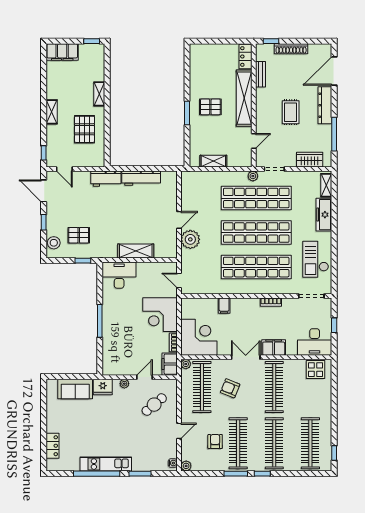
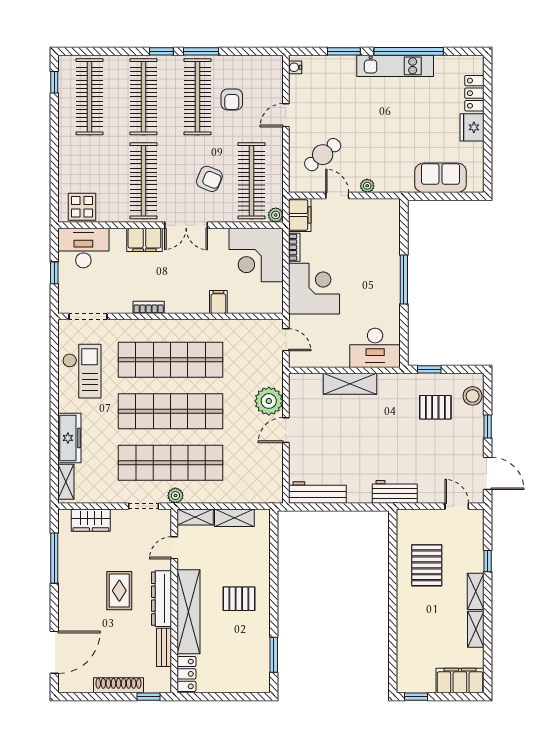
shelving: (99, 94) -> (476, 629), moved
dresser: (325, 105) -> (161, 599), moved, turned 180
window: (187, 113) -> (274, 655), moved
window: (44, 153) -> (488, 561), moved
shelving: (240, 162) -> (195, 517), added
workbench: (141, 178) -> (317, 492), moved
door: (144, 377) -> (337, 195), swing flipped
fridge: (103, 387) -> (472, 127), moved, turned -90
plant: (186, 466) -> (275, 63), removed

